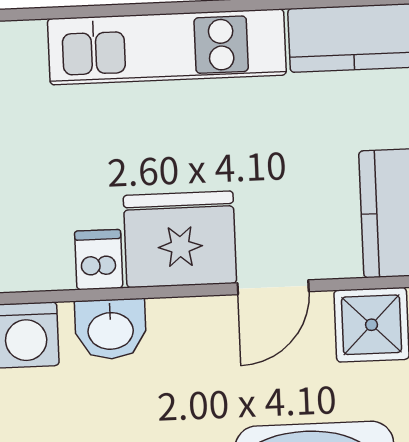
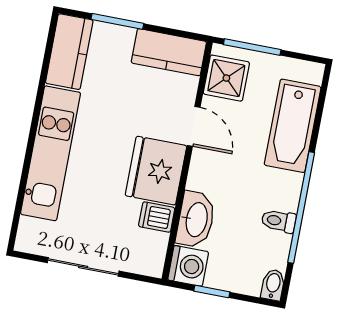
washbasin: (111, 329) -> (196, 219), width x1.38

